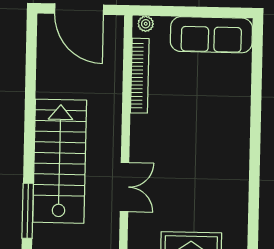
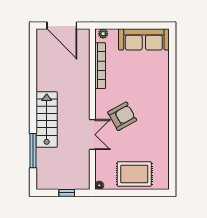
armchair: (174, 158) -> (122, 116), added
stairs: (60, 161) -> (47, 120), width x0.73, depth x0.66

